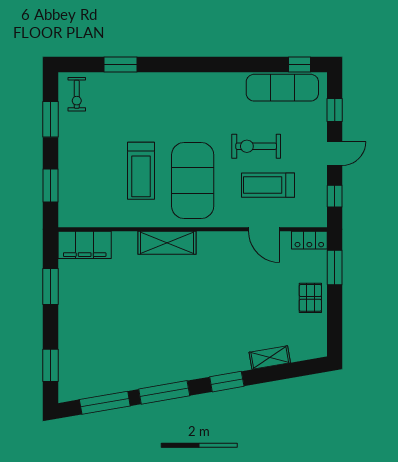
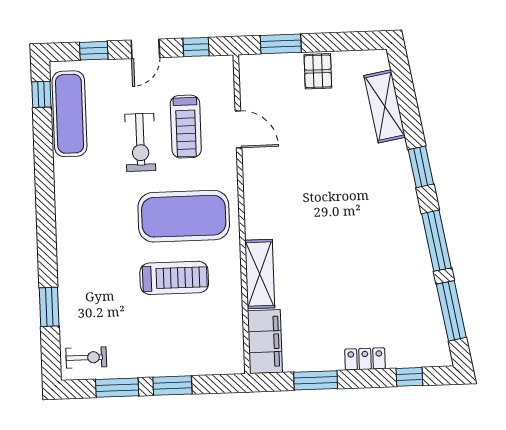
door: (335, 153) -> (145, 49), swing flipped
window: (51, 186) -> (172, 386), moved
door: (264, 229) -> (238, 129), hinge flipped
locker: (309, 240) -> (365, 359), moved, turned -90
shelving: (167, 243) -> (260, 274), moved
pallet: (310, 298) -> (318, 71), turned 90
shelving: (270, 358) -> (385, 106), width x1.50, depth x1.33
window: (51, 365) -> (409, 377), width x0.67

